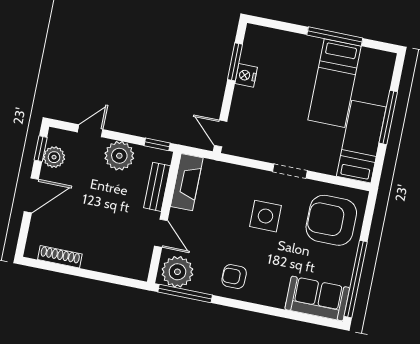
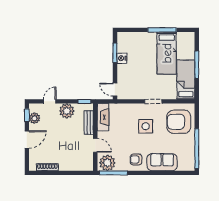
sofa: (317, 299) -> (162, 162), moved

